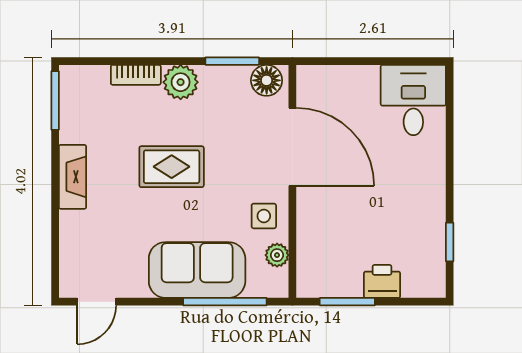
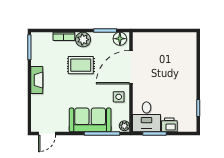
desk: (413, 100) -> (147, 117), moved, turned 180
door: (292, 147) -> (131, 67), swing flipped
rug: (172, 167) -> (81, 65), moved
plant: (277, 255) -> (124, 126), moved

